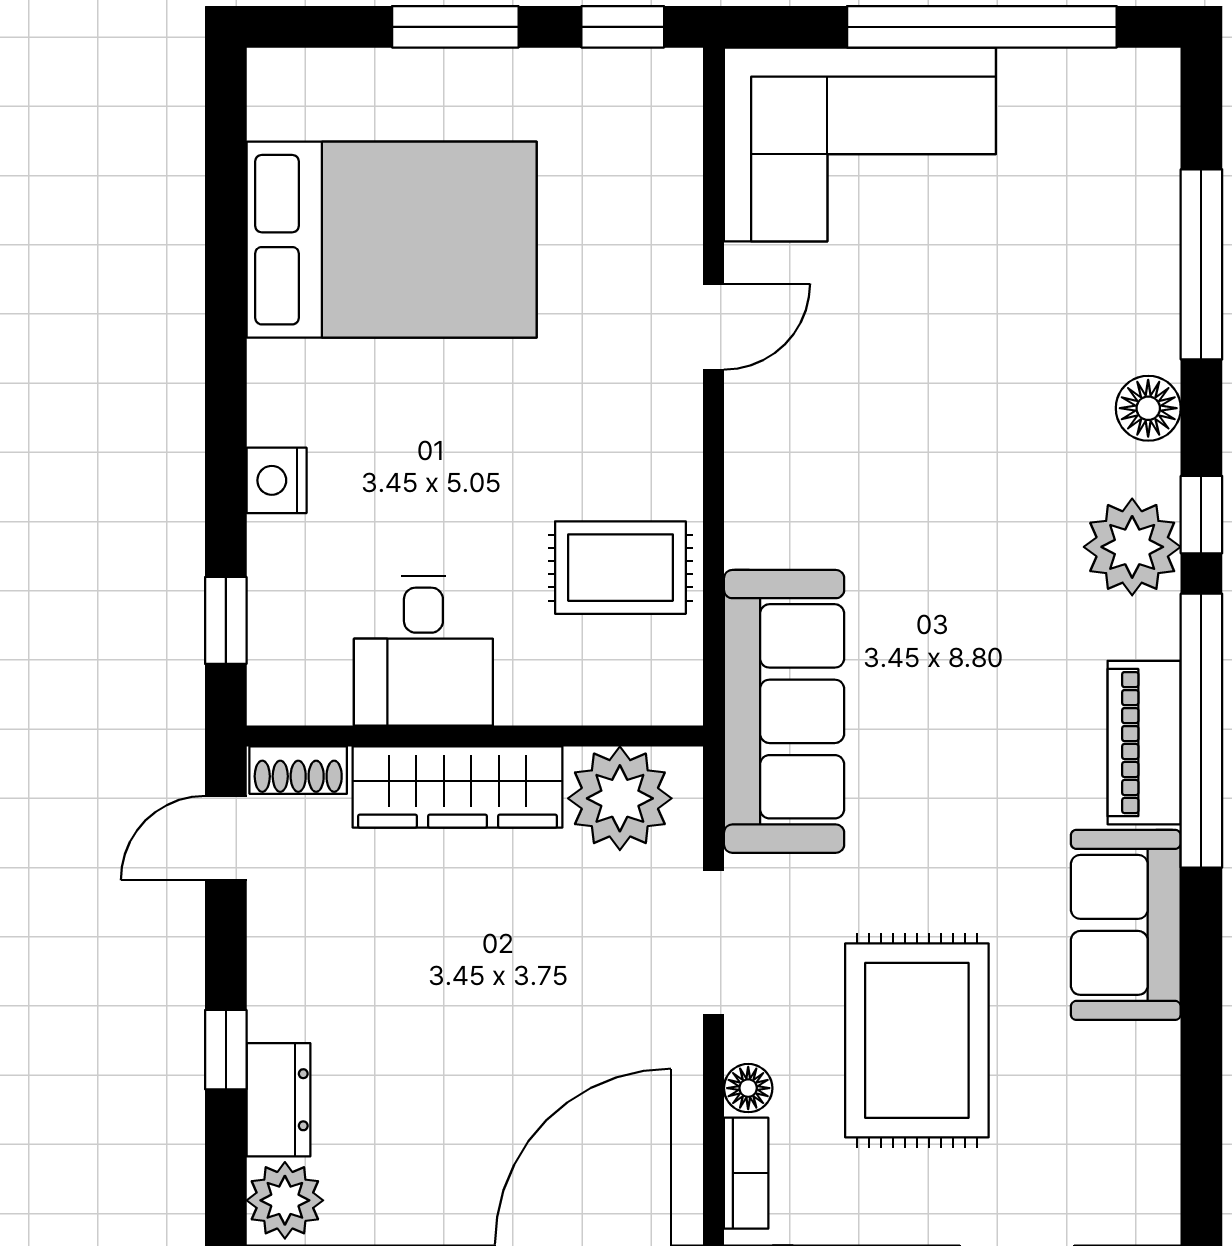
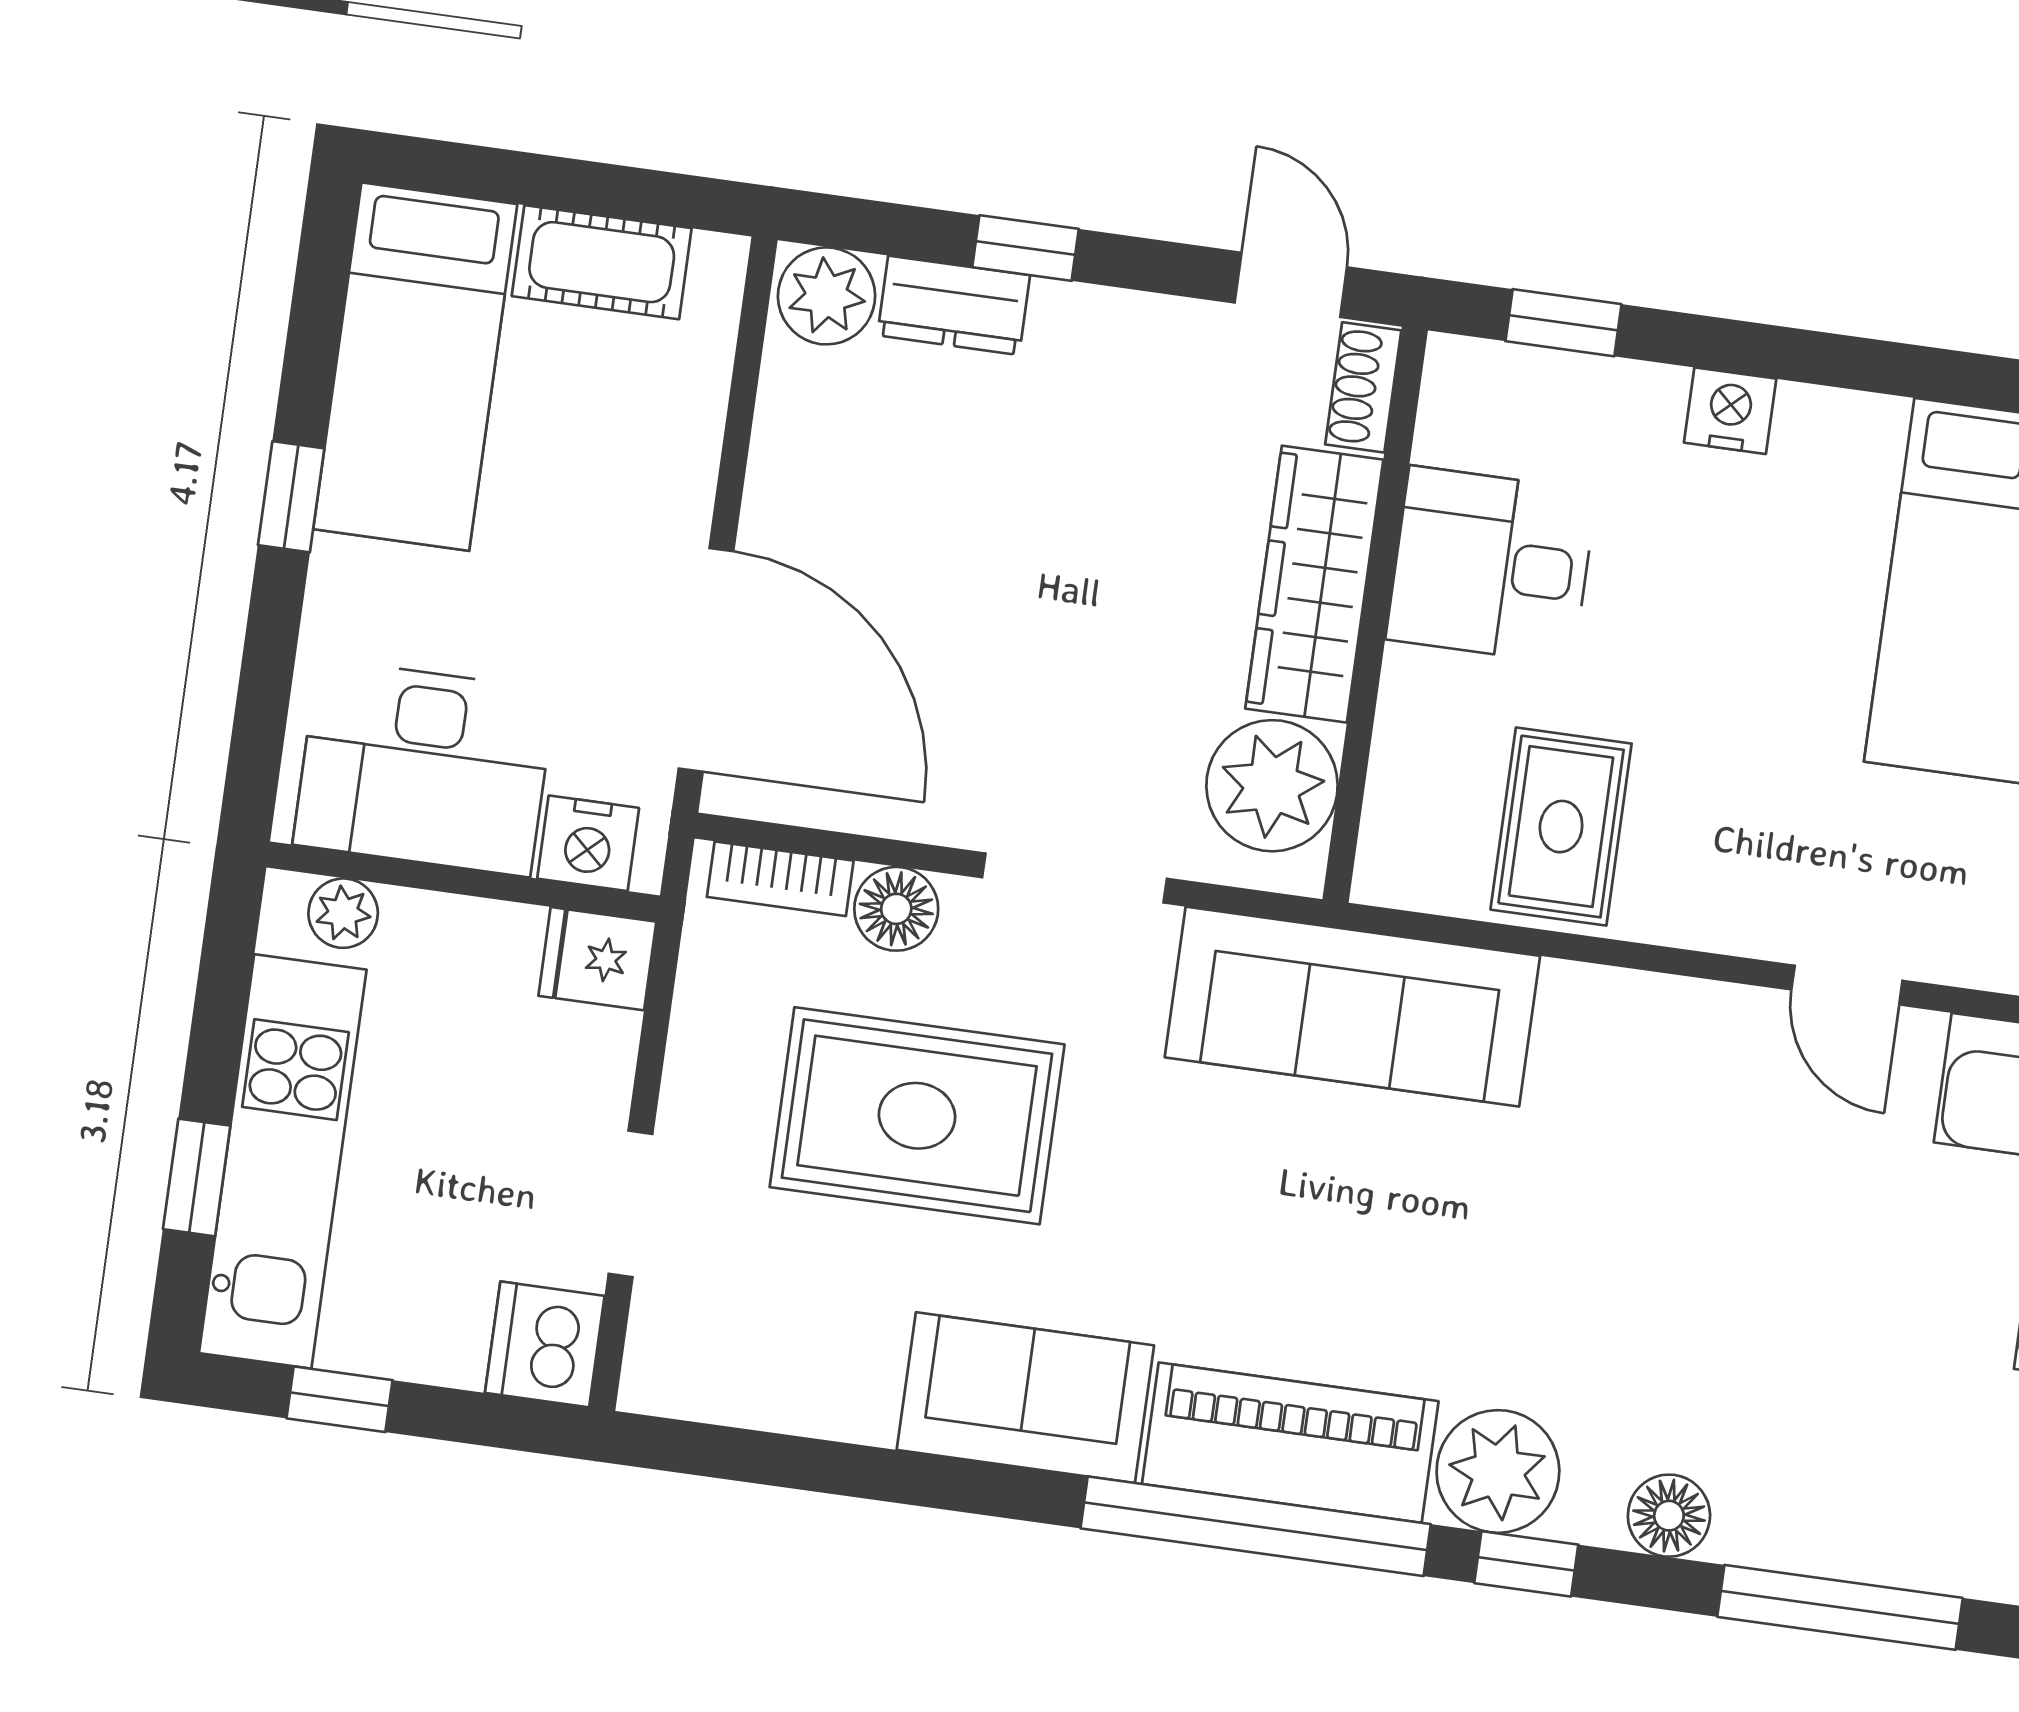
piano: (1144, 743) -> (1290, 1443), width x1.37, depth x1.33
floor lamp: (748, 1088) -> (896, 909), width x1.37, depth x1.37

